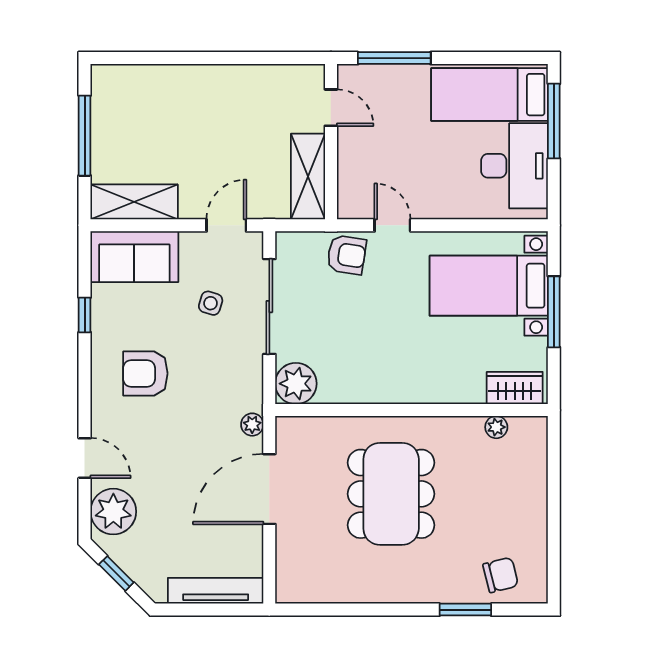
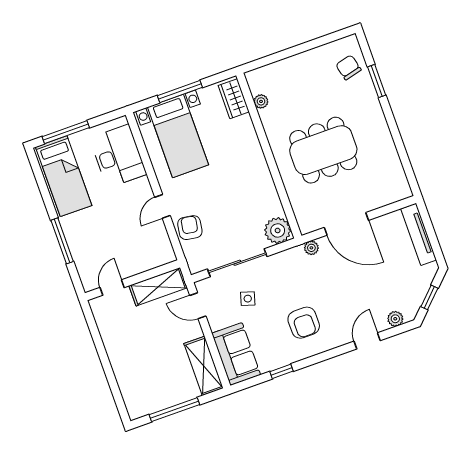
door: (331, 108) -> (112, 288), moved
wall: (331, 142) -> (132, 280), moved
desk: (514, 166) -> (118, 156), moved, turned 90
shelving: (308, 177) -> (158, 287), moved
plant: (113, 512) -> (395, 319), width x0.53, depth x0.53

